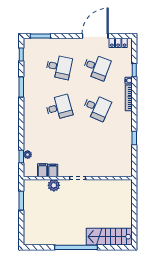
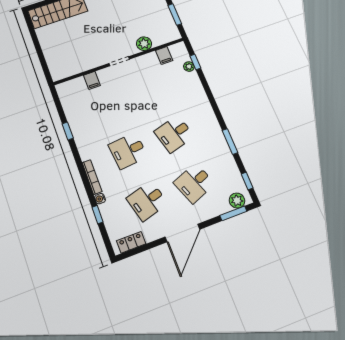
door: (95, 36) -> (182, 233), moved
plant: (34, 44) -> (237, 201), added
desk: (59, 67) -> (194, 183), turned -33
desk: (97, 67) -> (147, 201), turned -36
desk: (97, 107) -> (128, 151), turned -30
filing cabinet: (53, 170) -> (92, 80), moved

